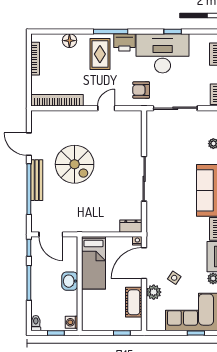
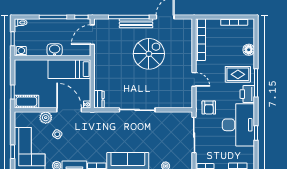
armchair: (141, 90) -> (209, 108), turned 180
spiral stairs: (75, 164) -> (149, 54), turned 180
cot: (134, 302) -> (26, 102), moved

